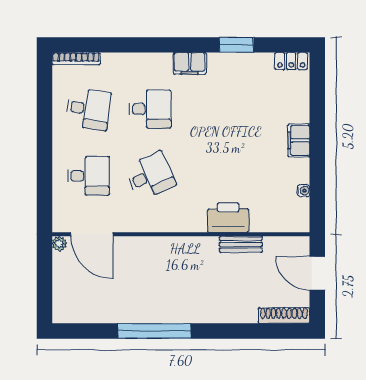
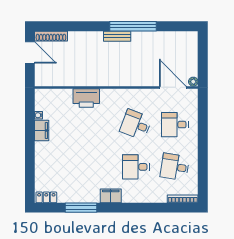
window: (236, 45) -> (81, 208), width x1.44
filing cabinet: (299, 140) -> (42, 131), moved
desk: (150, 176) -> (136, 125), turned 45
bench: (241, 244) -> (117, 36), moved
door: (317, 273) -> (30, 52), moved

